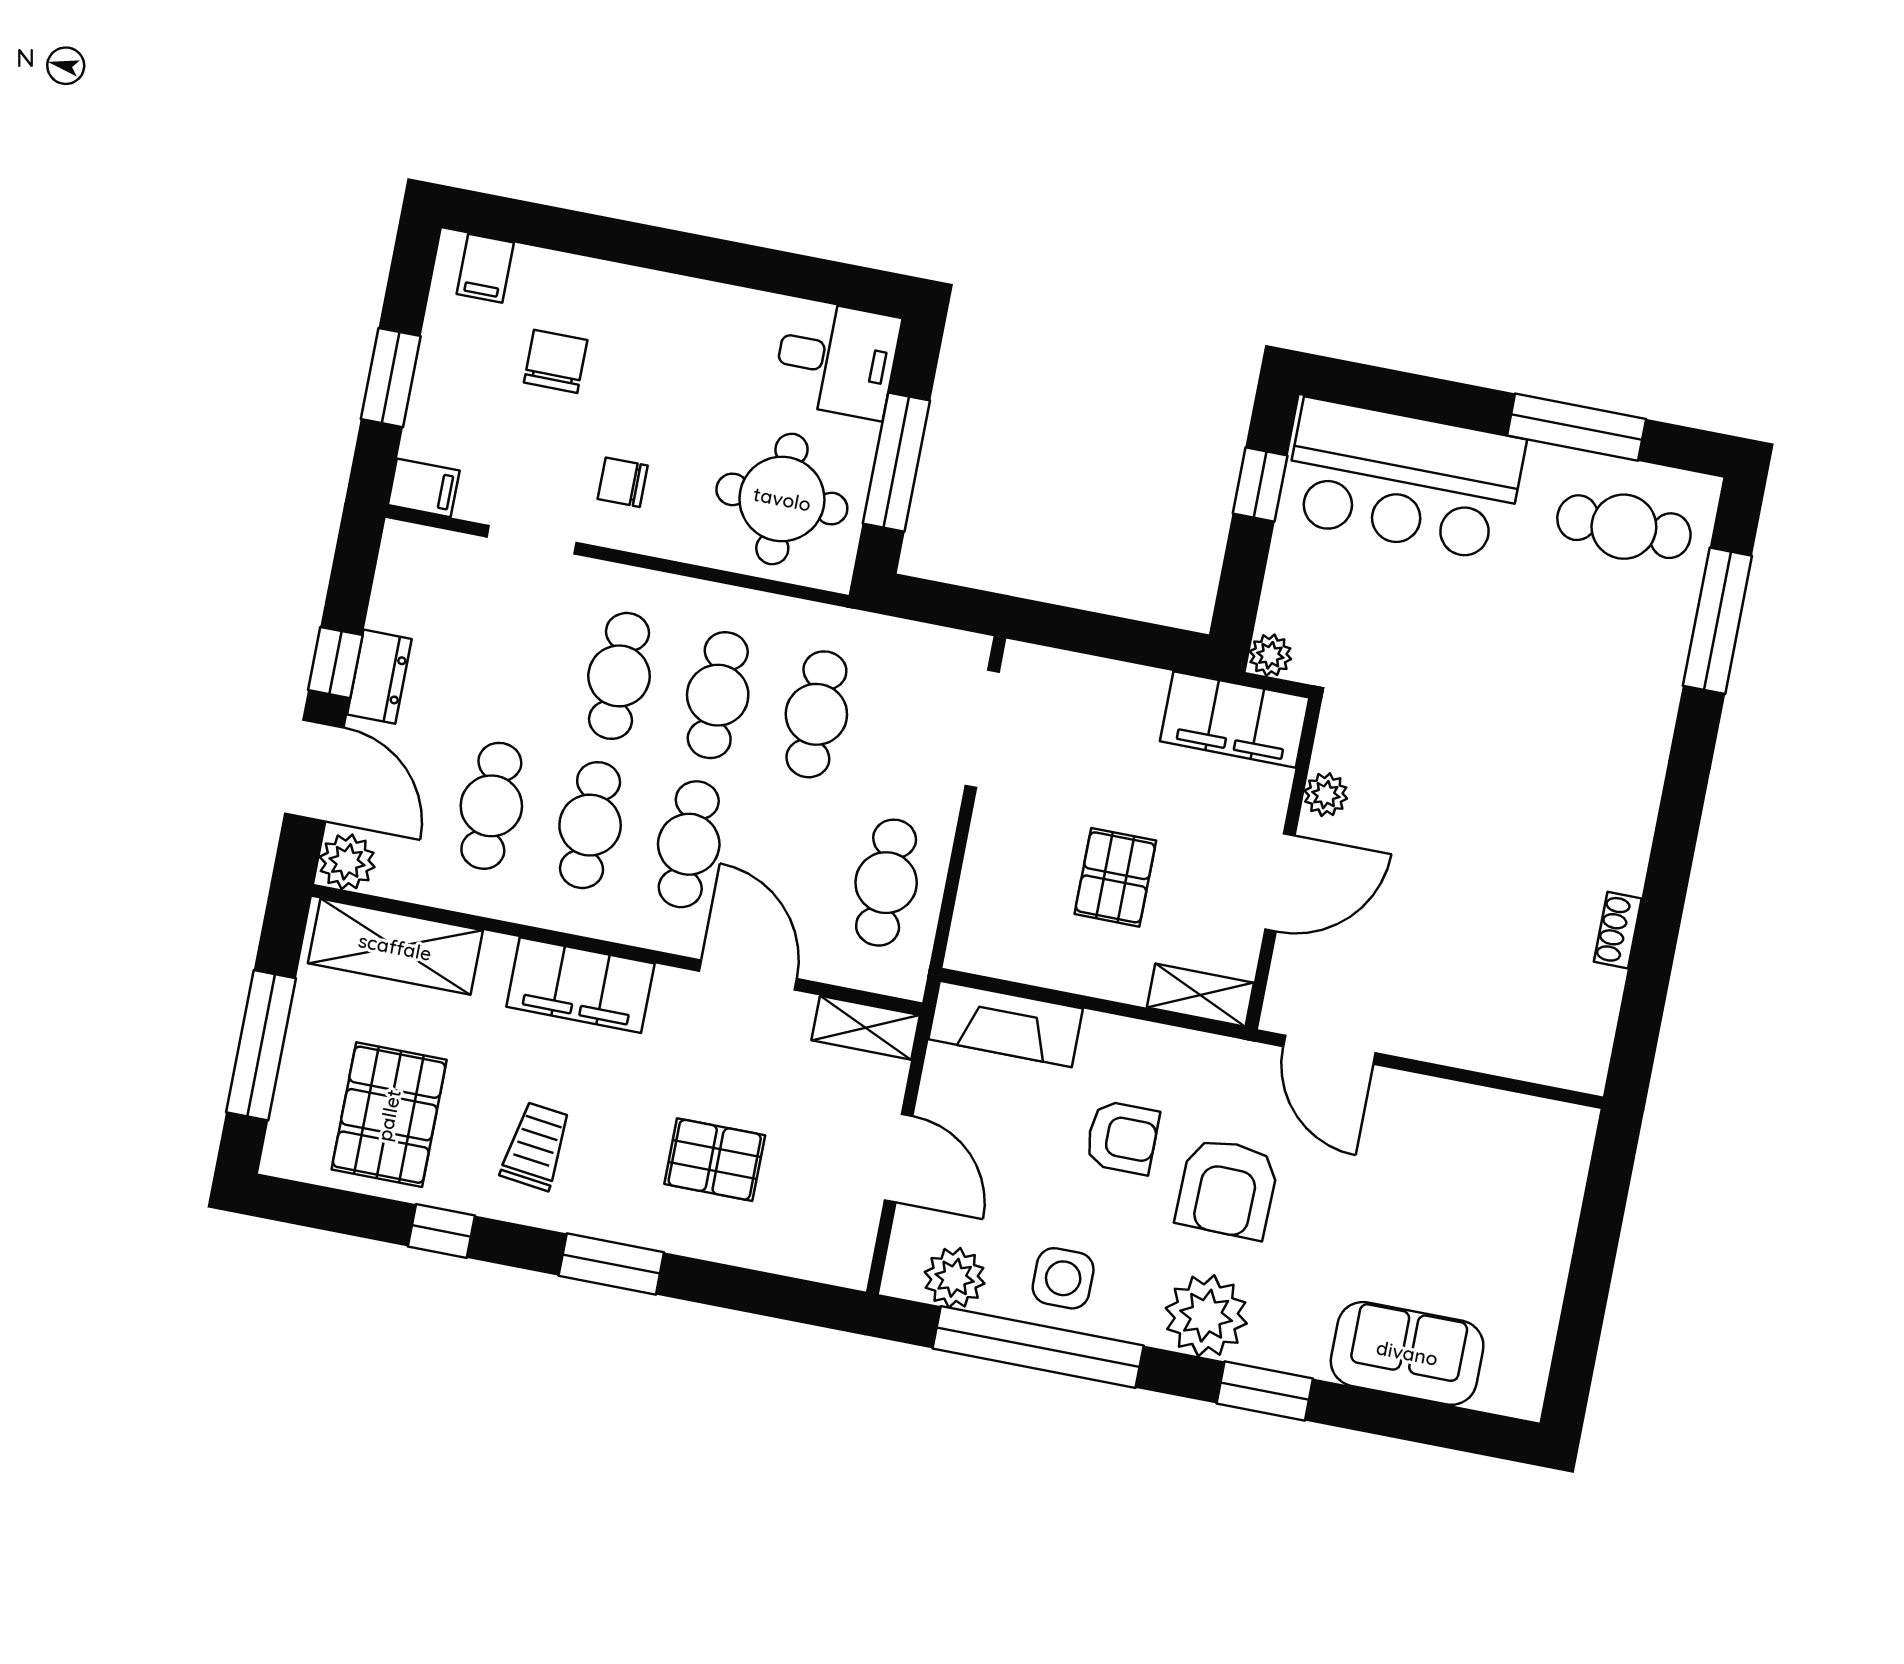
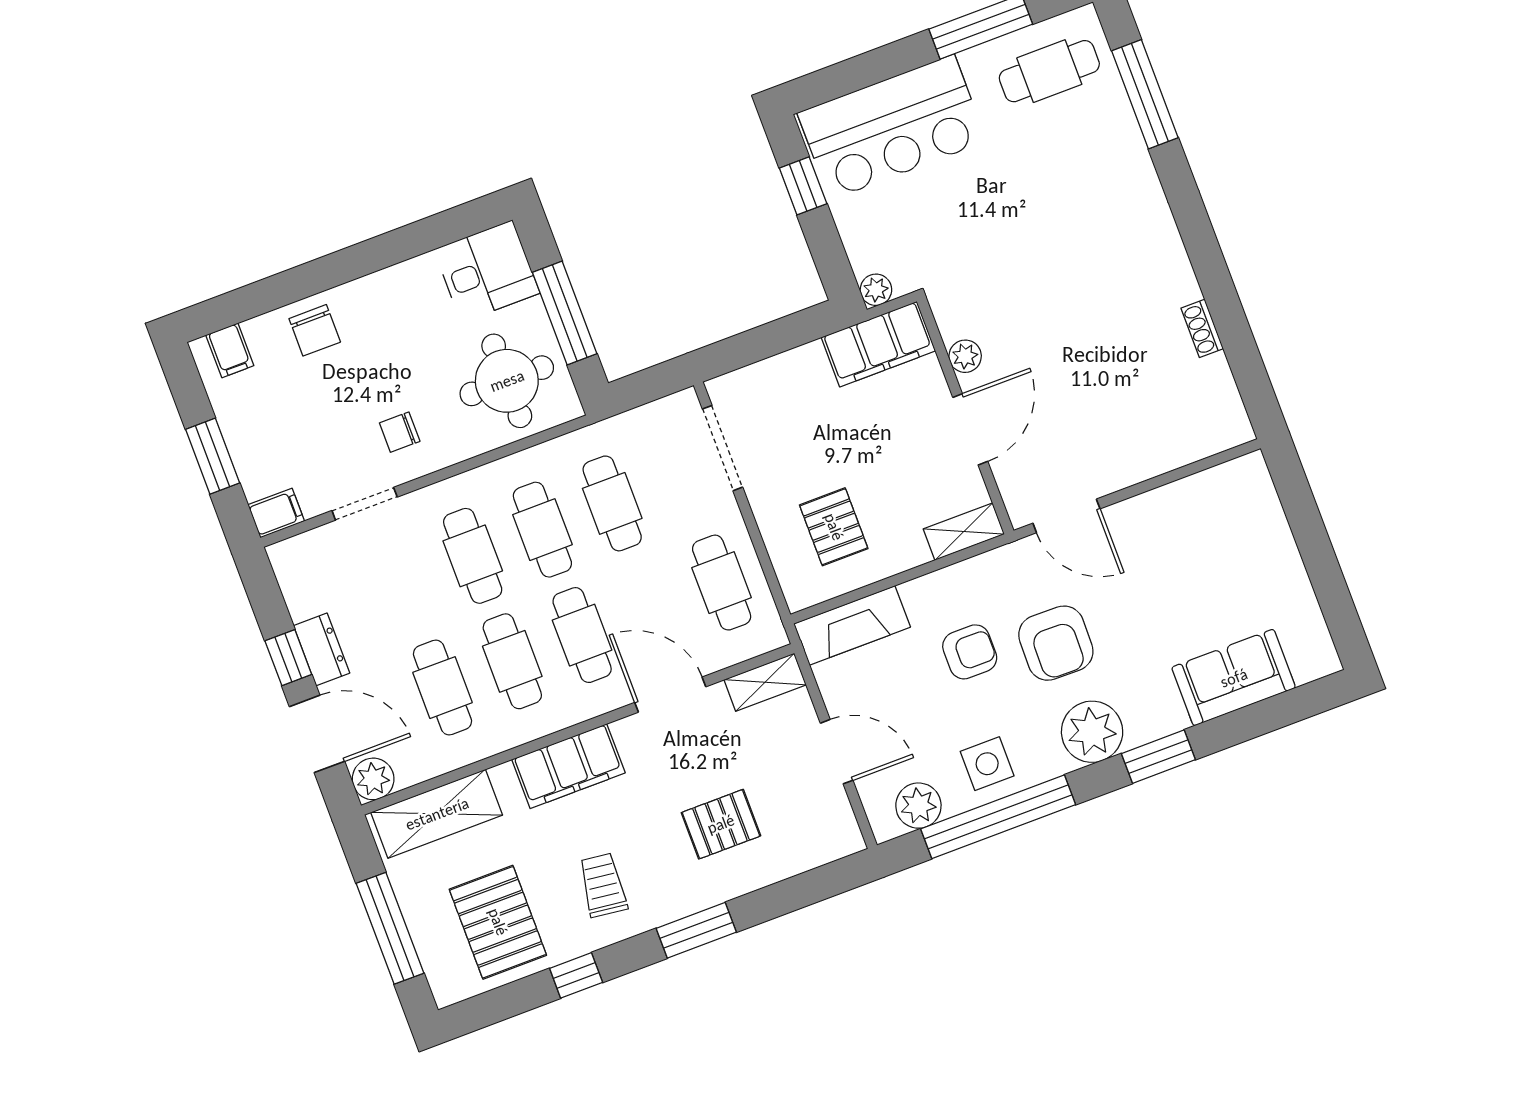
chair: (556, 361) -> (315, 330), moved, turned 180
pallet: (1115, 877) -> (834, 527), moved

